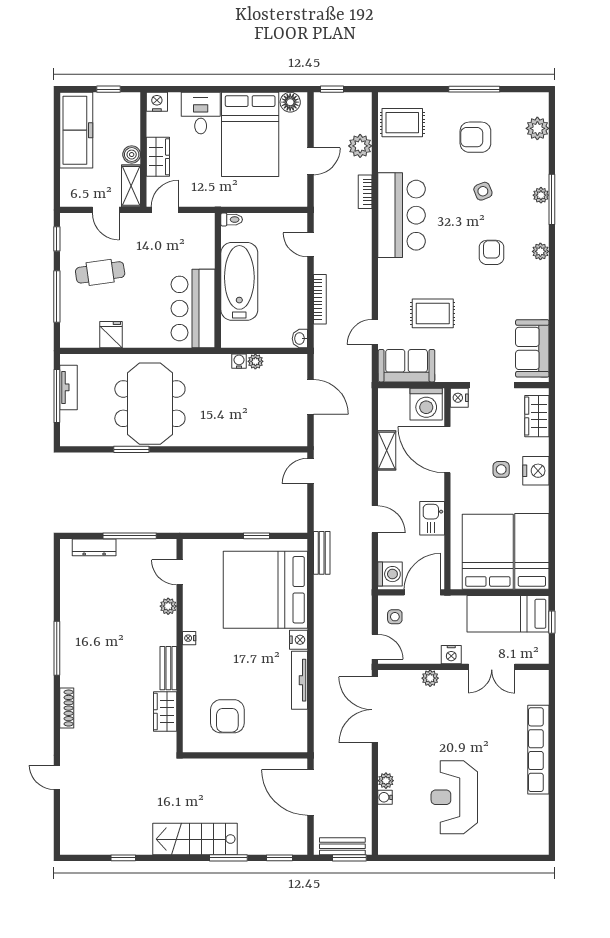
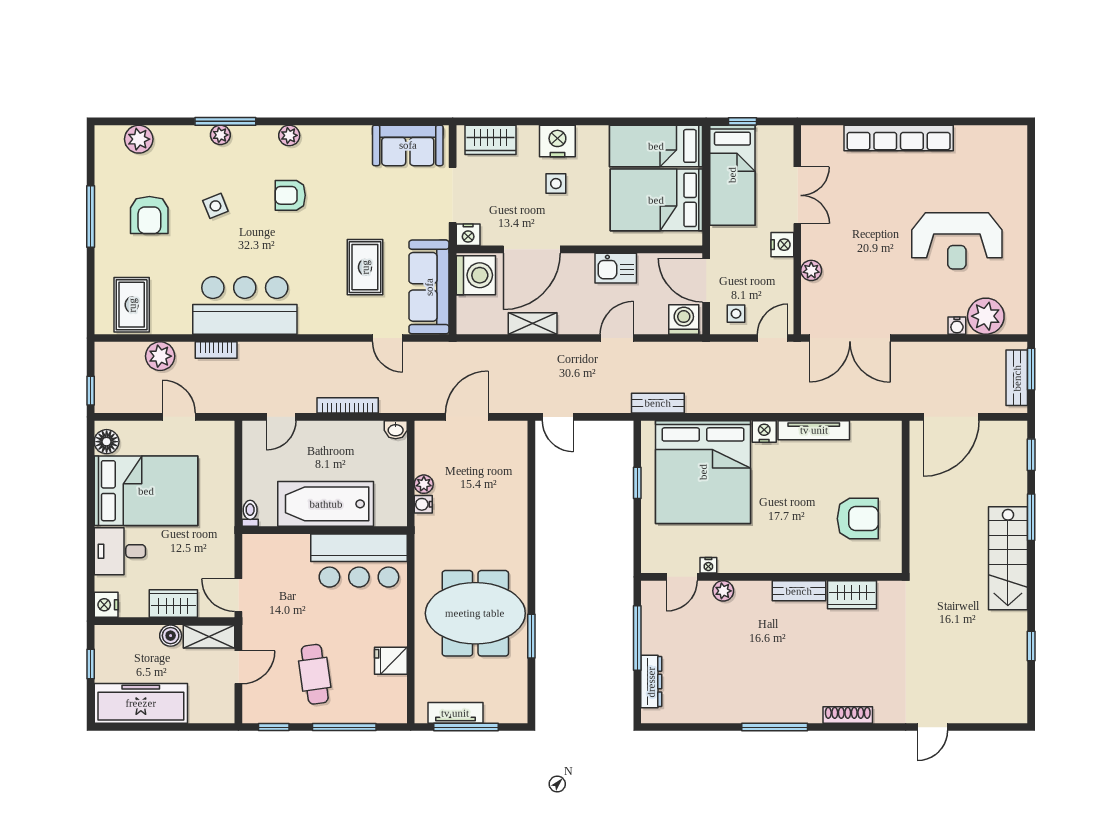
sofa: (407, 366) -> (429, 287), width x1.36
nightstand: (189, 638) -> (708, 565), moved
plant: (386, 781) -> (986, 316), moved, width x1.88, depth x1.88

